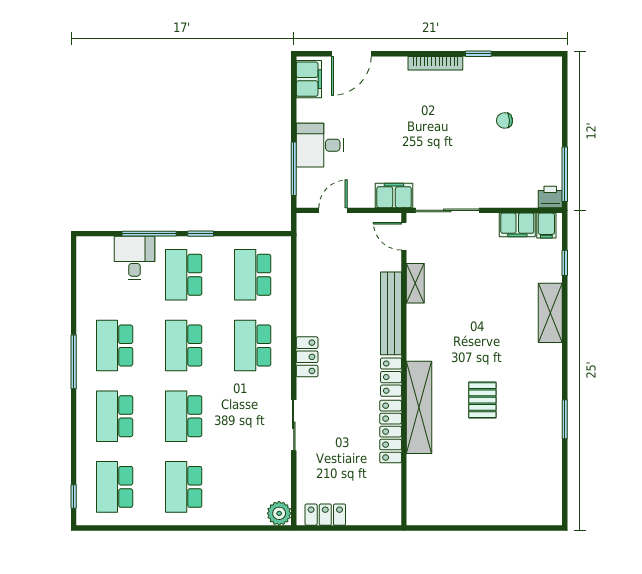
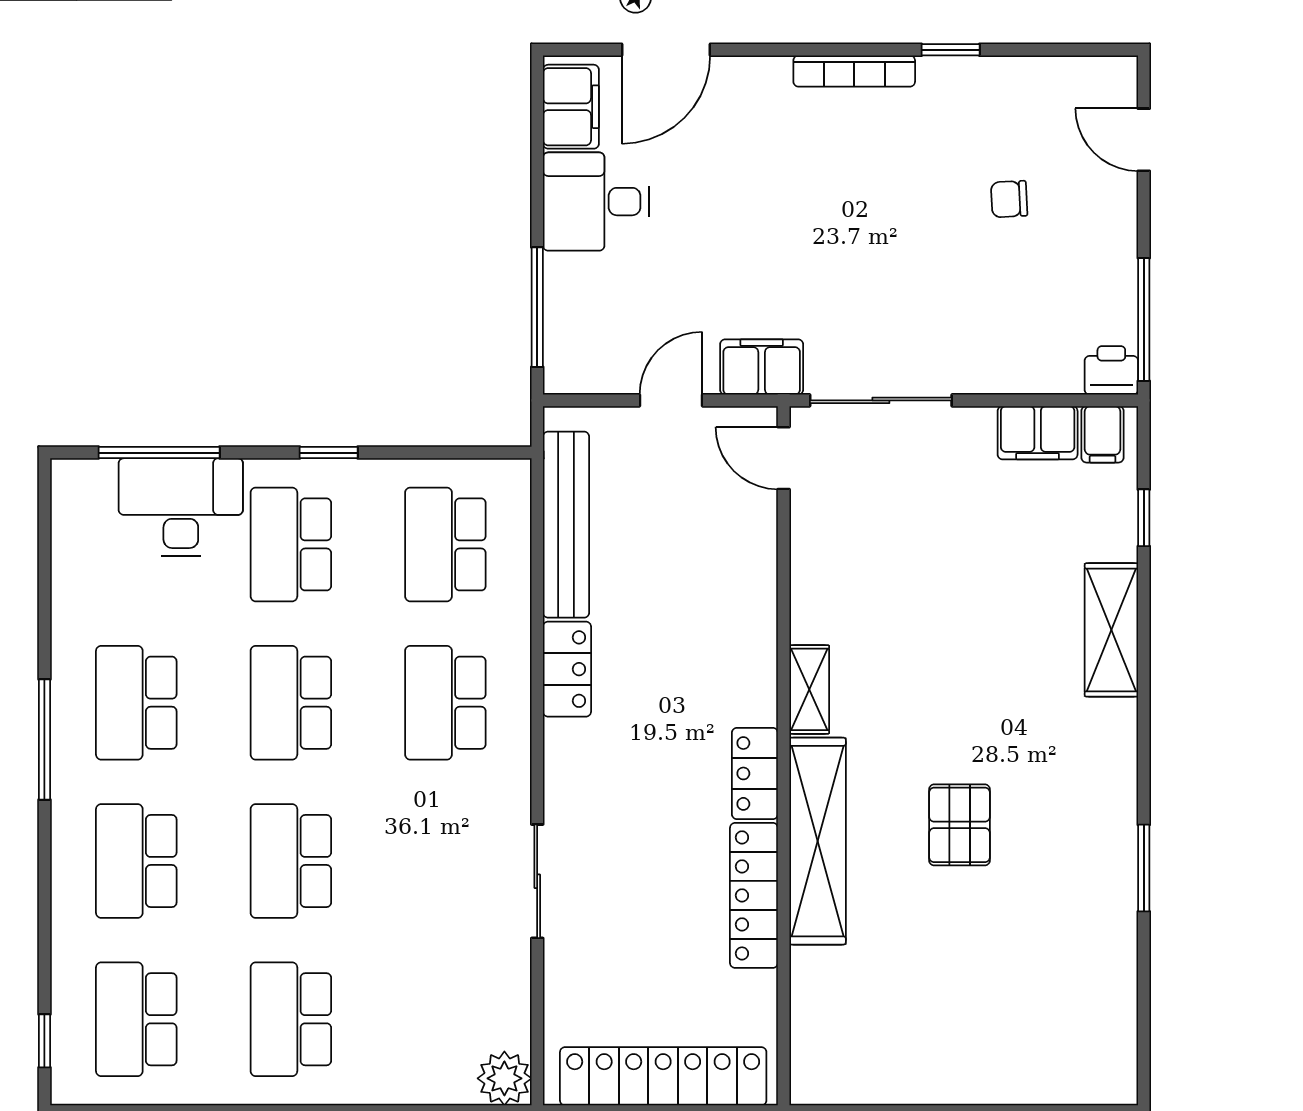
door: (565, 94) -> (1144, 140), added
desk: (320, 145) -> (596, 202), moved
door: (333, 210) -> (671, 400), moved
window: (149, 234) -> (159, 453), moved
desk: (134, 258) -> (181, 507), width x1.37
shelving: (415, 283) -> (809, 689), moved
bench: (391, 313) -> (566, 525), moved
locker: (307, 357) -> (567, 669), moved
locker: (325, 515) -> (663, 1076), width x2.16, depth x1.21

